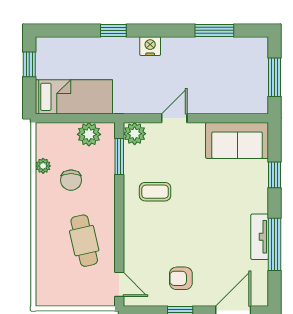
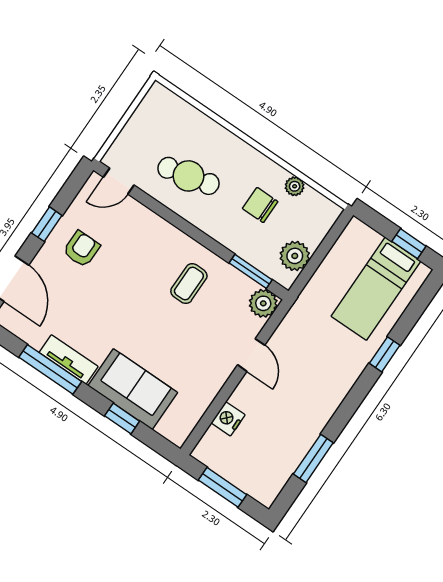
nightstand: (150, 46) -> (228, 419), moved, turned 180
bed: (74, 97) -> (376, 289), moved
sofa: (237, 140) -> (133, 389), moved, turned 90

